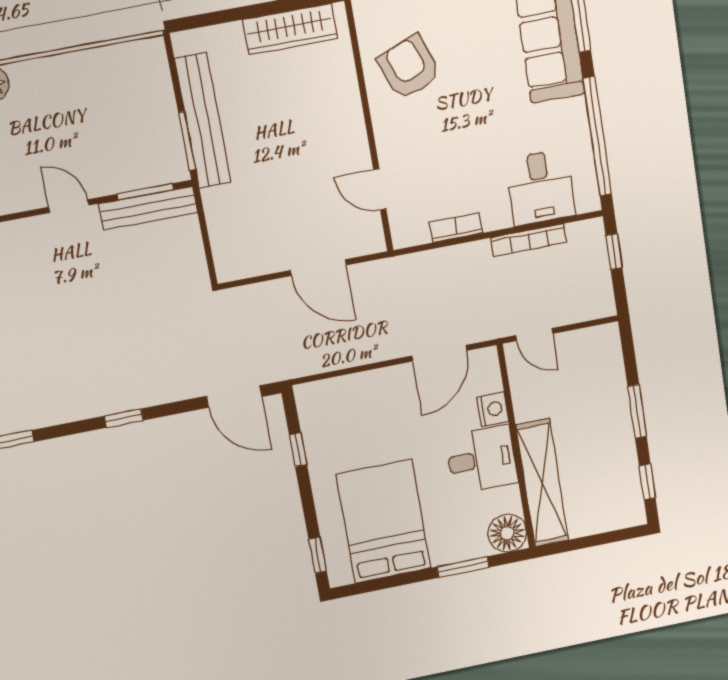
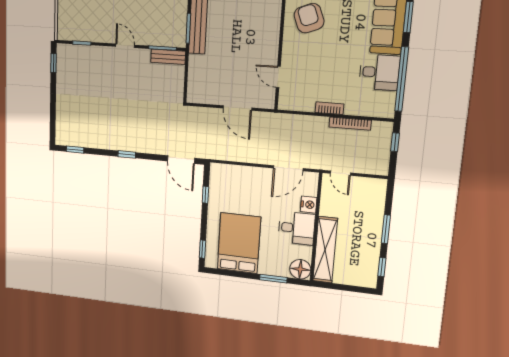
desk: (540, 187) -> (379, 72), moved, turned -90
bench: (148, 208) -> (168, 57), width x0.73
bookcase: (456, 228) -> (329, 108), moved

